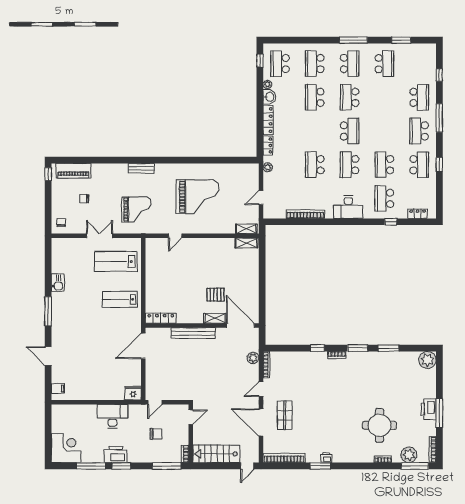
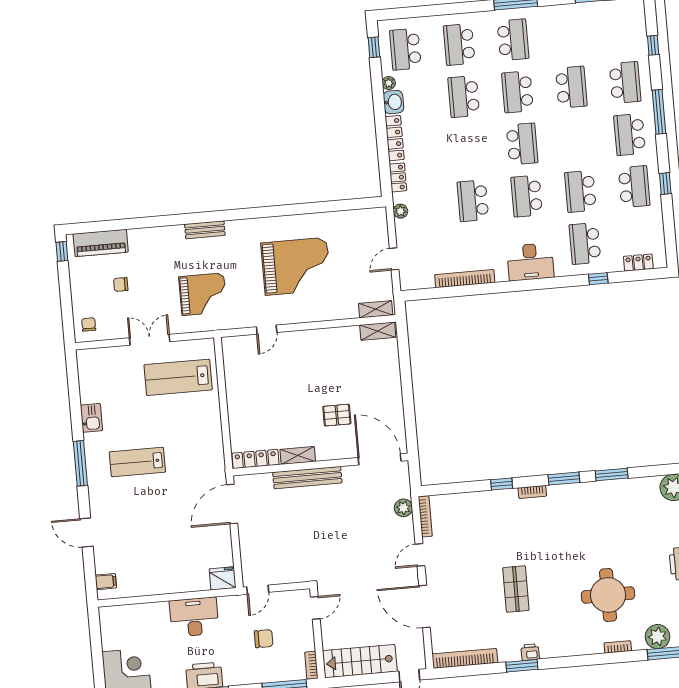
school desk: (384, 64) -> (571, 87), moved
lab bench: (120, 299) -> (137, 462), moved
shelving: (215, 318) -> (298, 455), moved
shop shelf: (285, 415) -> (516, 589), moved

